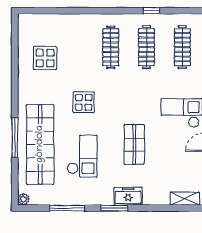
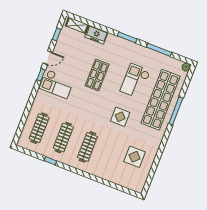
freezer: (128, 196) -> (96, 35), moved

